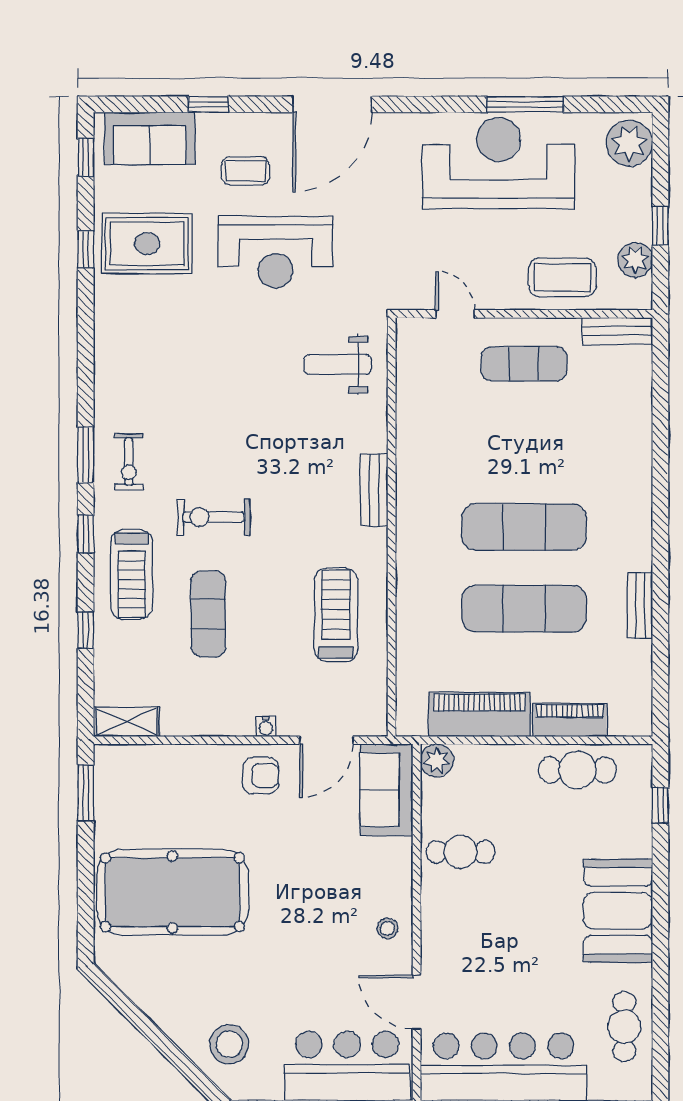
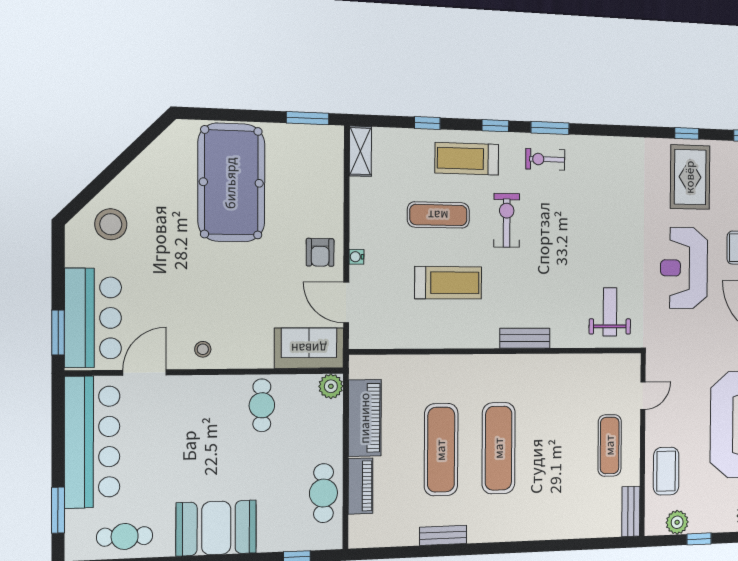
treadmill: (336, 615) -> (448, 283), moved

